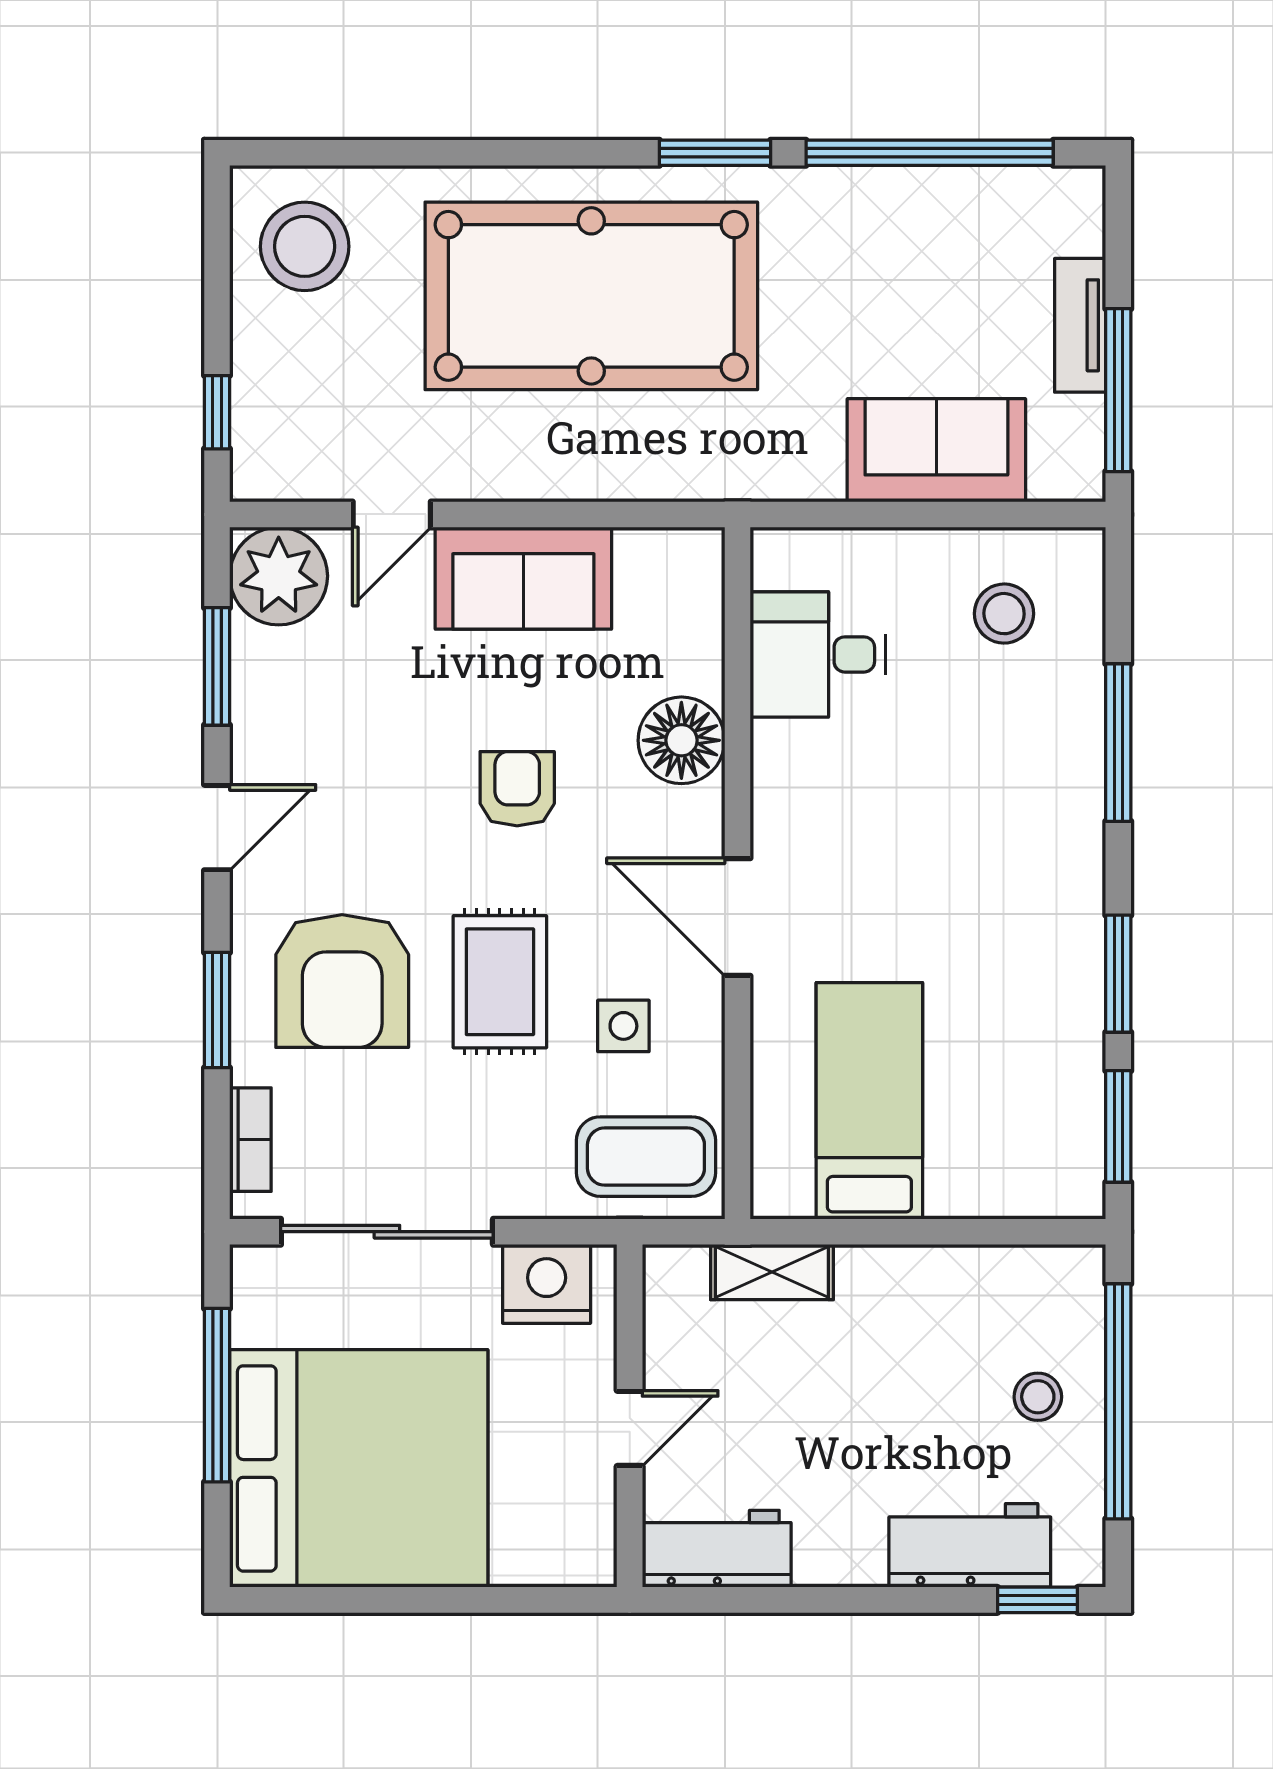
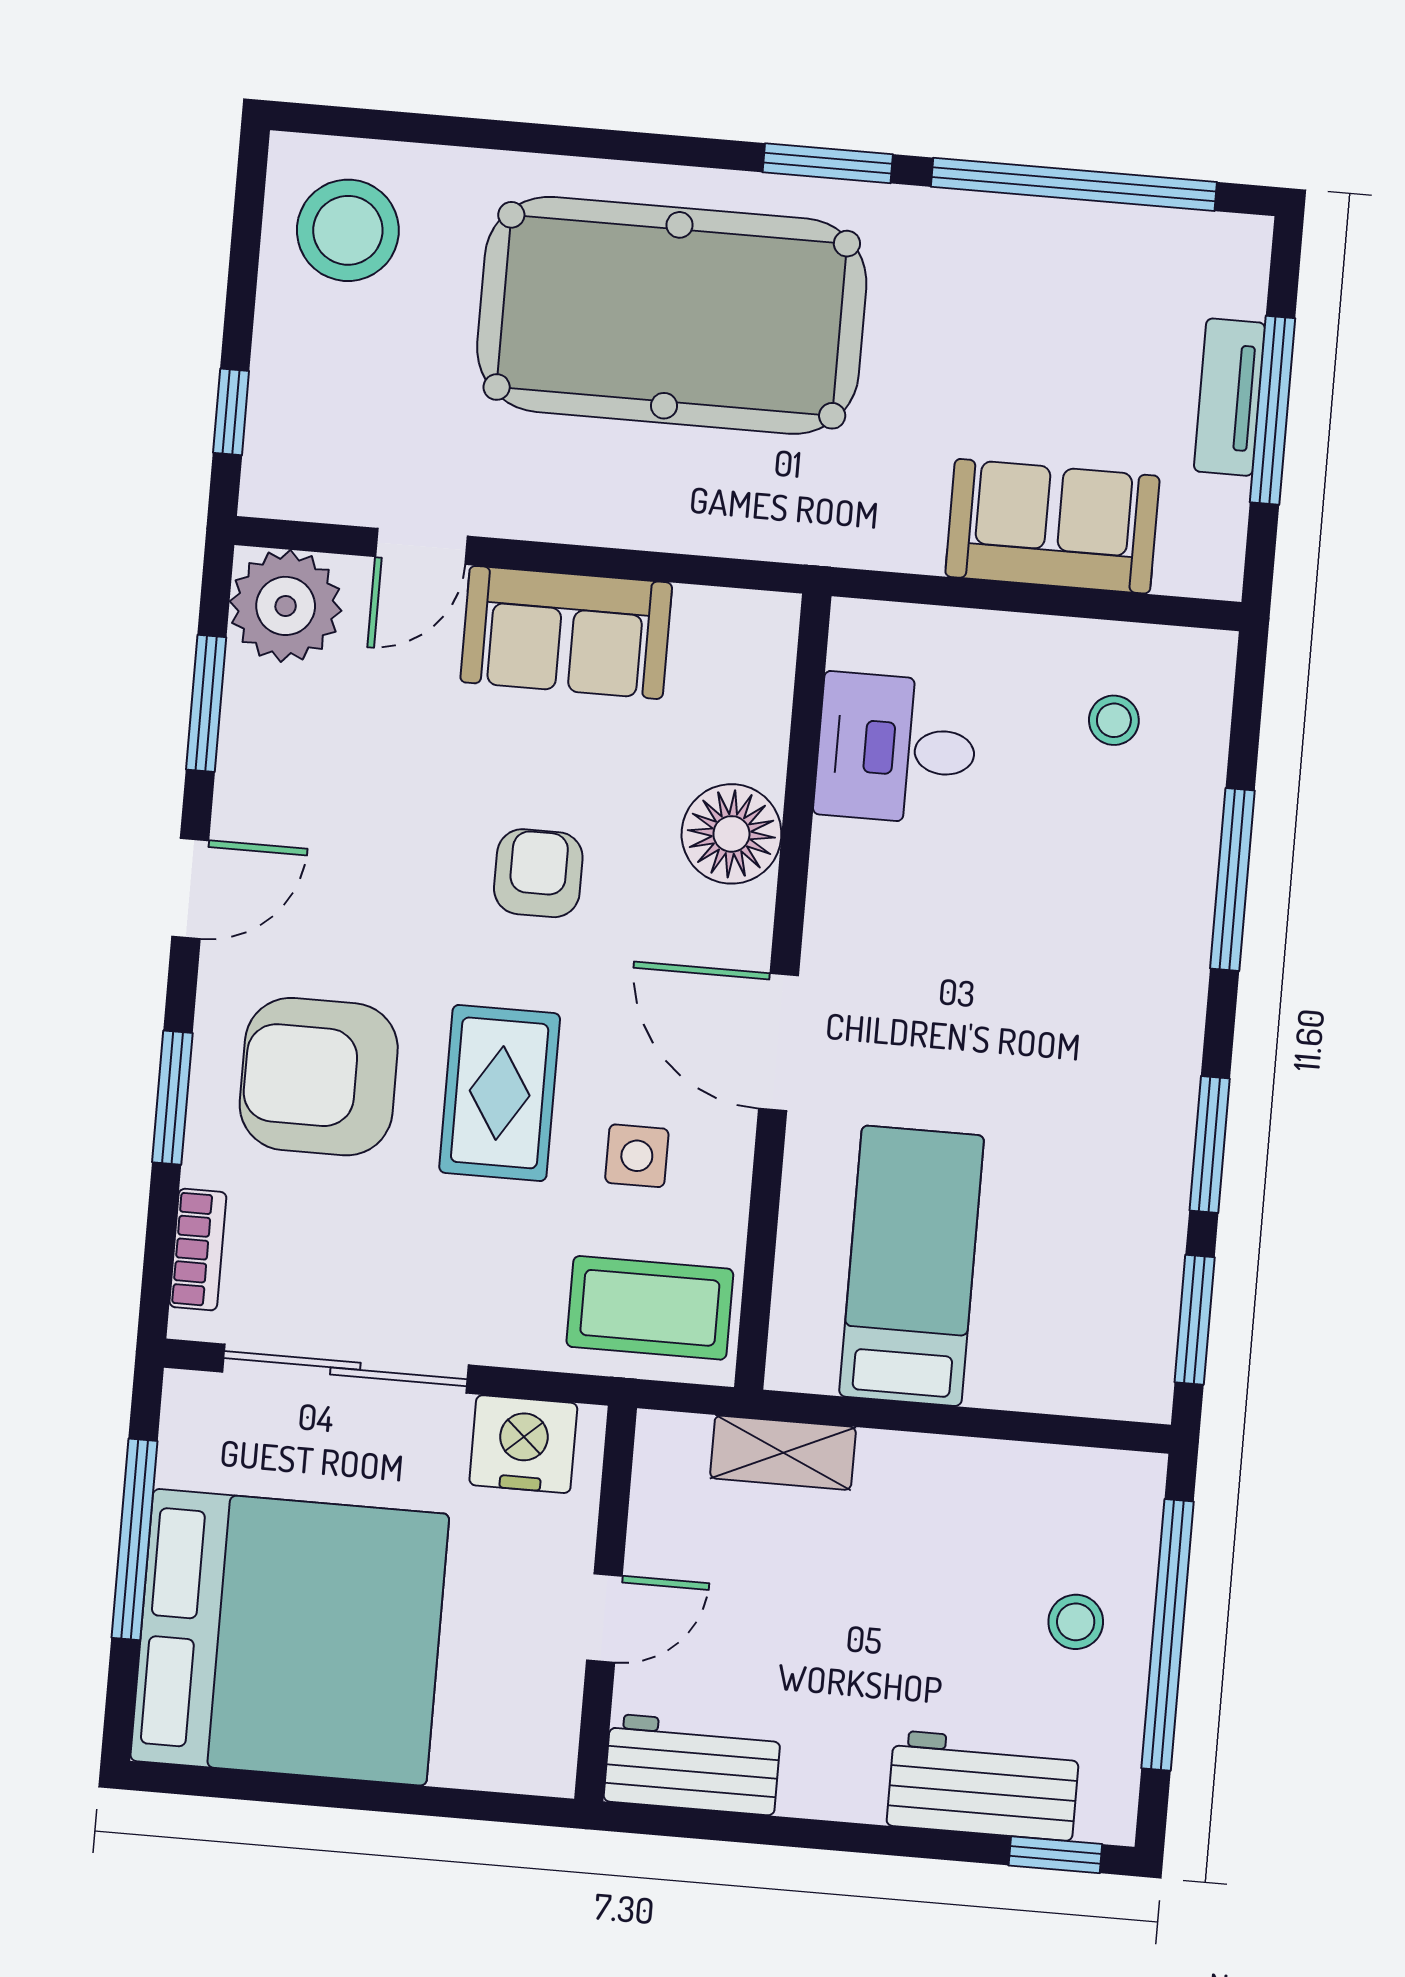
window: (1118, 390) -> (1273, 410), moved
stool: (1004, 614) -> (1114, 720), width x0.73, depth x0.73
armchair: (342, 981) -> (319, 1077), turned 90

